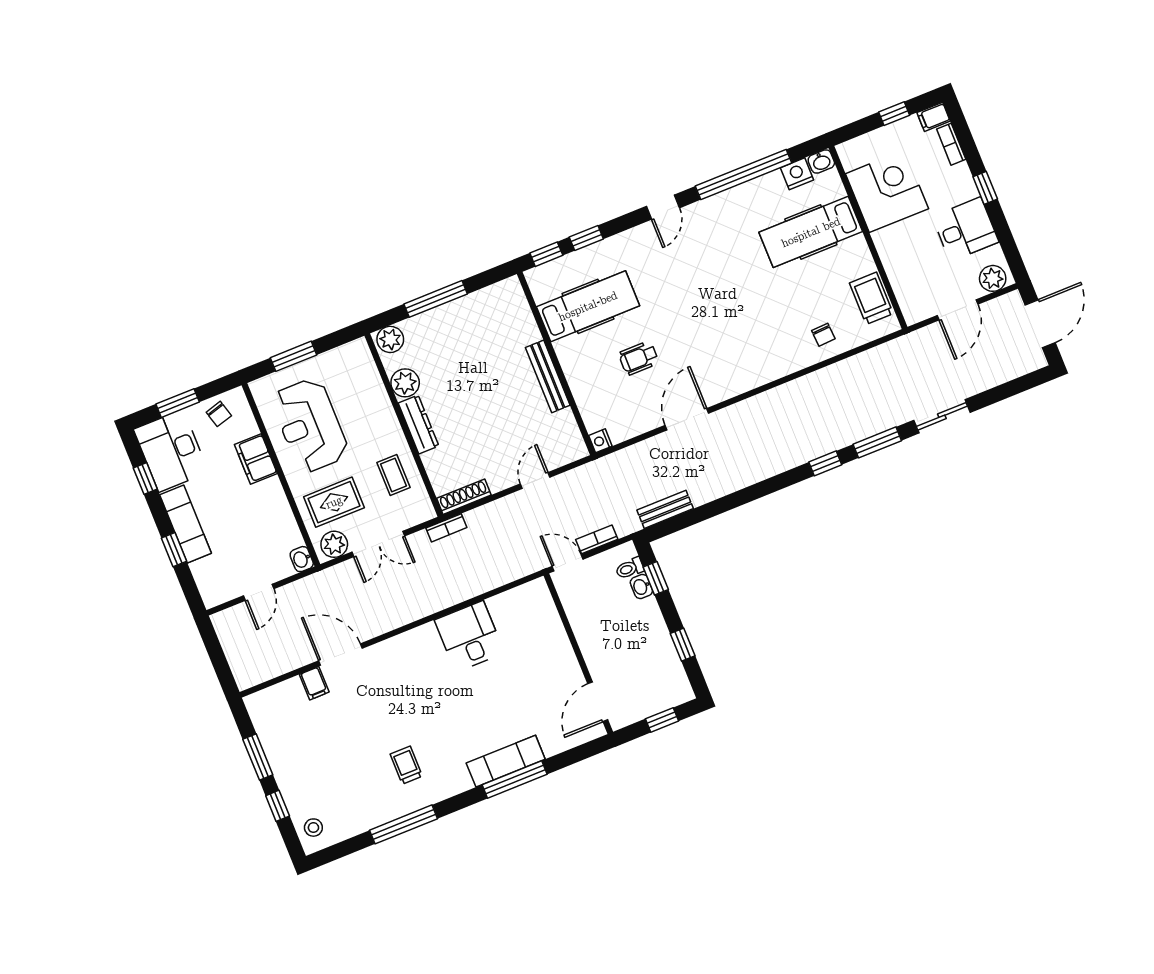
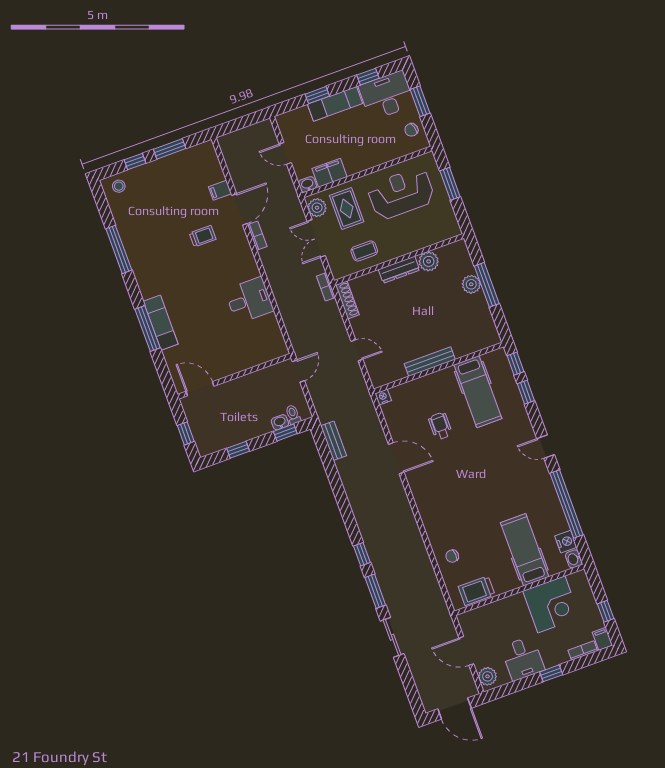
trolley: (871, 298) -> (477, 591), turned 180
plant: (390, 339) -> (471, 284), moved
filing cabinet: (256, 459) -> (330, 173), moved
bookcase: (597, 539) -> (257, 236), moved
trolley: (406, 765) -> (203, 236), moved

